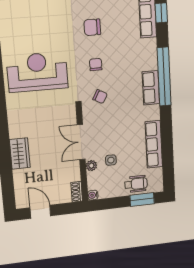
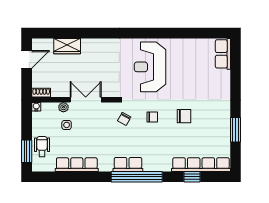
chair: (92, 27) -> (184, 116), turned 90
reception desk: (37, 72) -> (150, 67), turned 180
wardrobe: (20, 153) -> (67, 46), moved
wheelchair: (136, 184) -> (42, 146), turned 180

